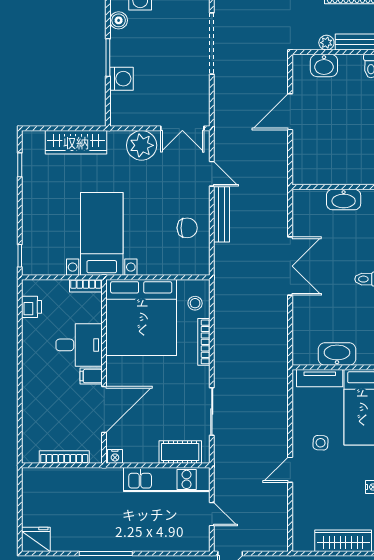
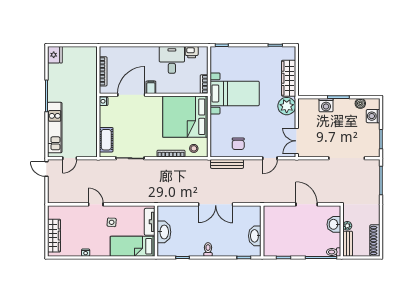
plant: (142, 145) -> (287, 106), moved
bench: (221, 214) -> (227, 164), moved
desk: (79, 345) -> (172, 60), moved, turned 180
door: (104, 410) -> (131, 95), swing flipped
kitchen unit: (167, 479) -> (55, 128), moved, turned 180

